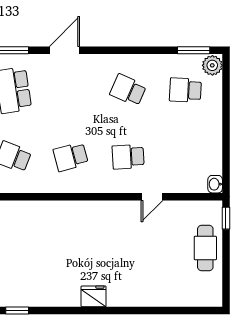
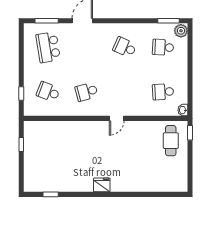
school desk: (128, 157) -> (163, 92), moved
door: (152, 197) -> (117, 118), moved
cafe table: (205, 248) -> (171, 141), moved

